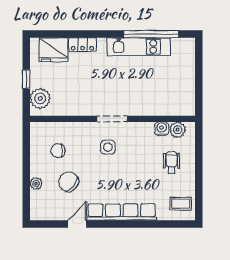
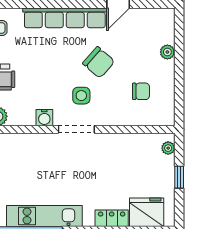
plant: (40, 98) -> (168, 148), width x0.53, depth x0.53
water cooler: (162, 129) -> (44, 118), moved
chair: (68, 182) -> (99, 62), moved

